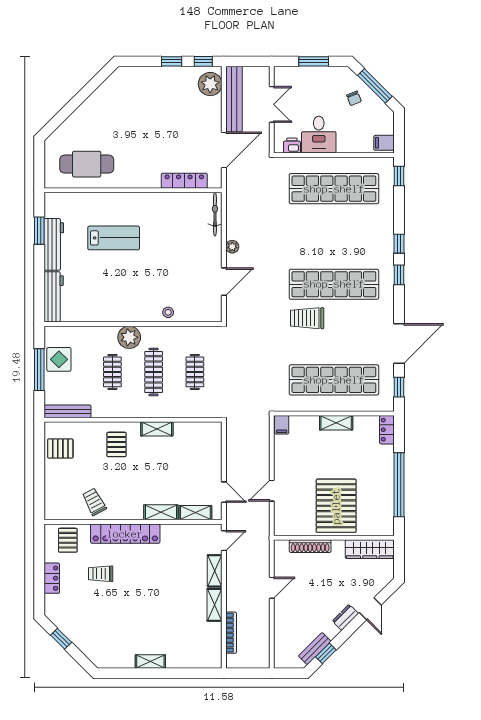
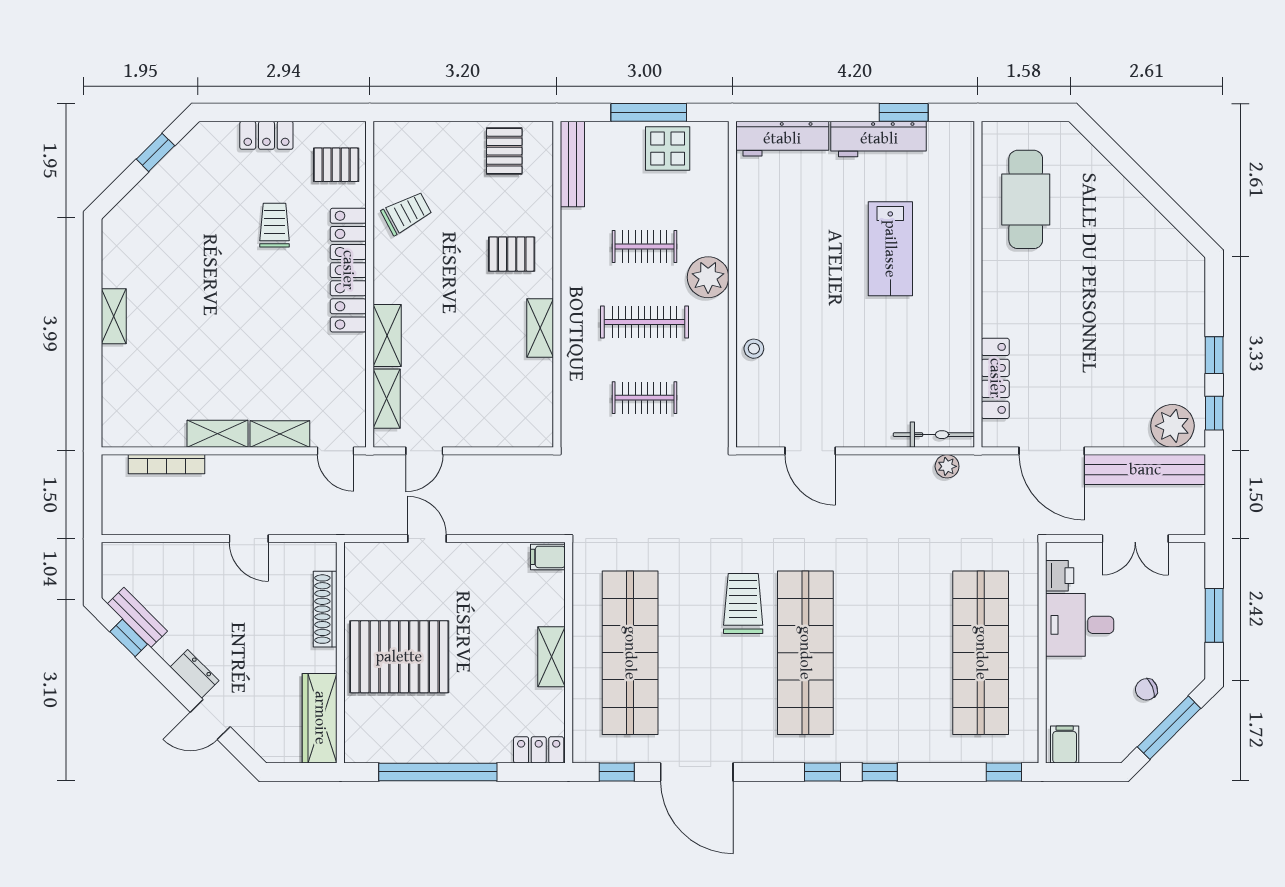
plant: (232, 247) -> (947, 466), moved

